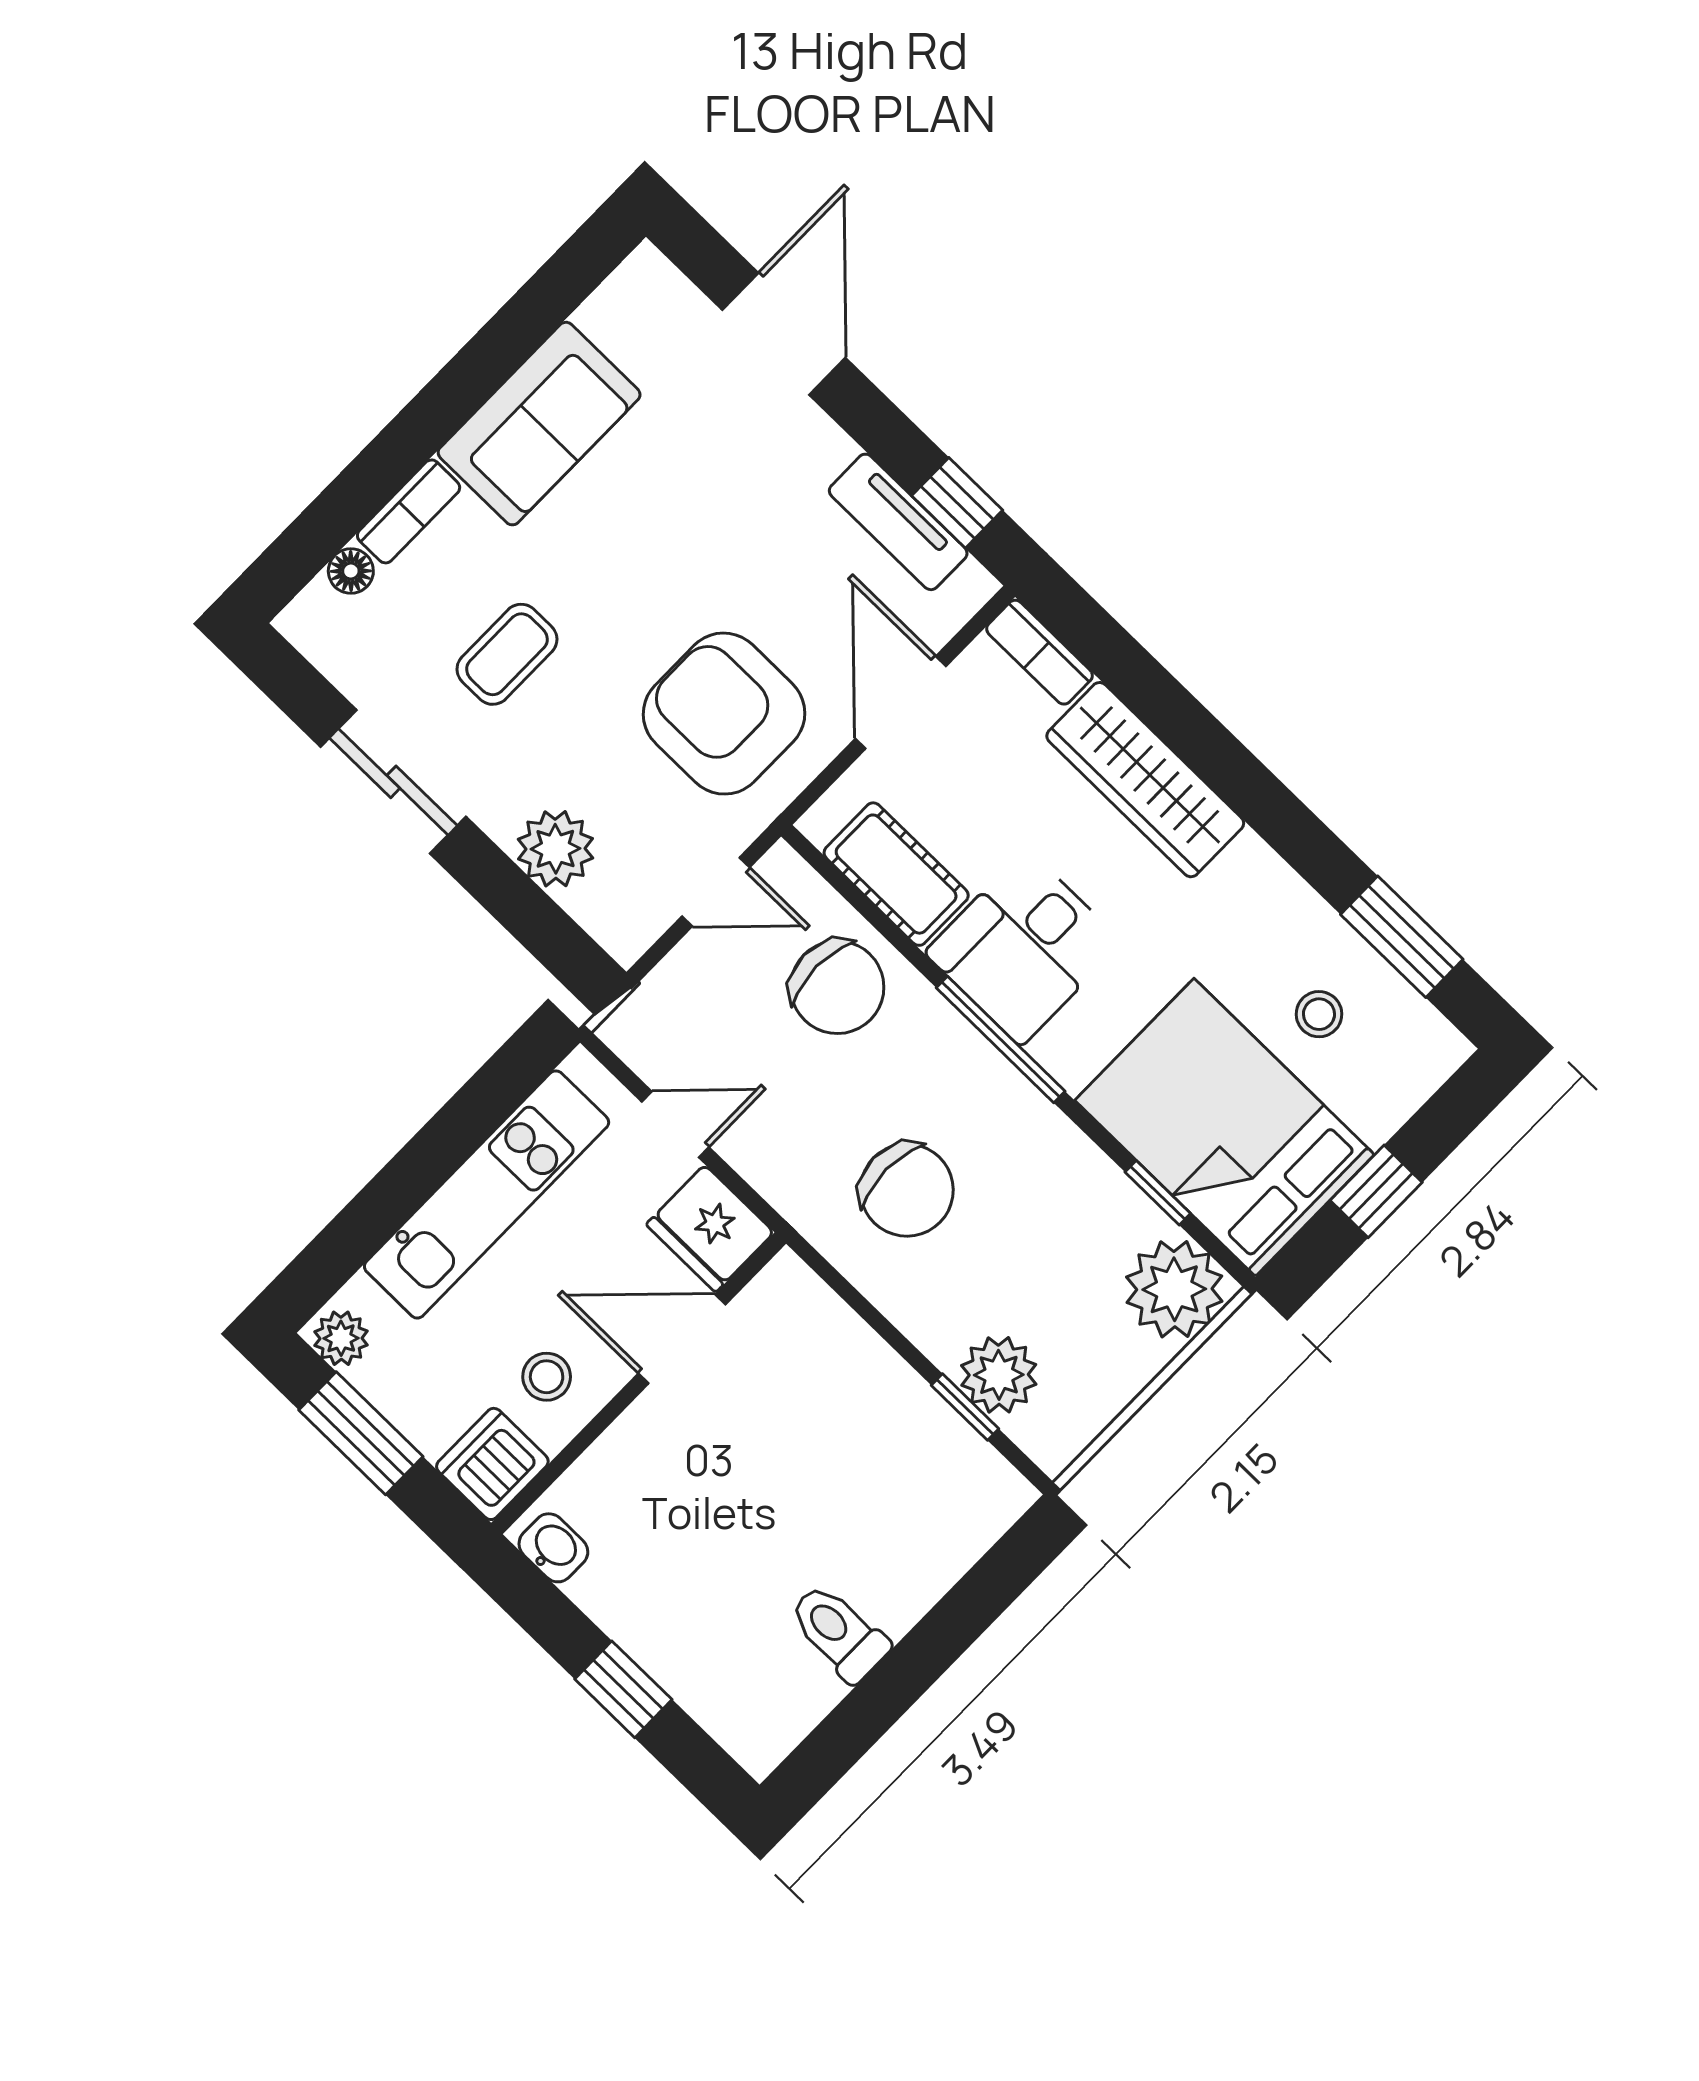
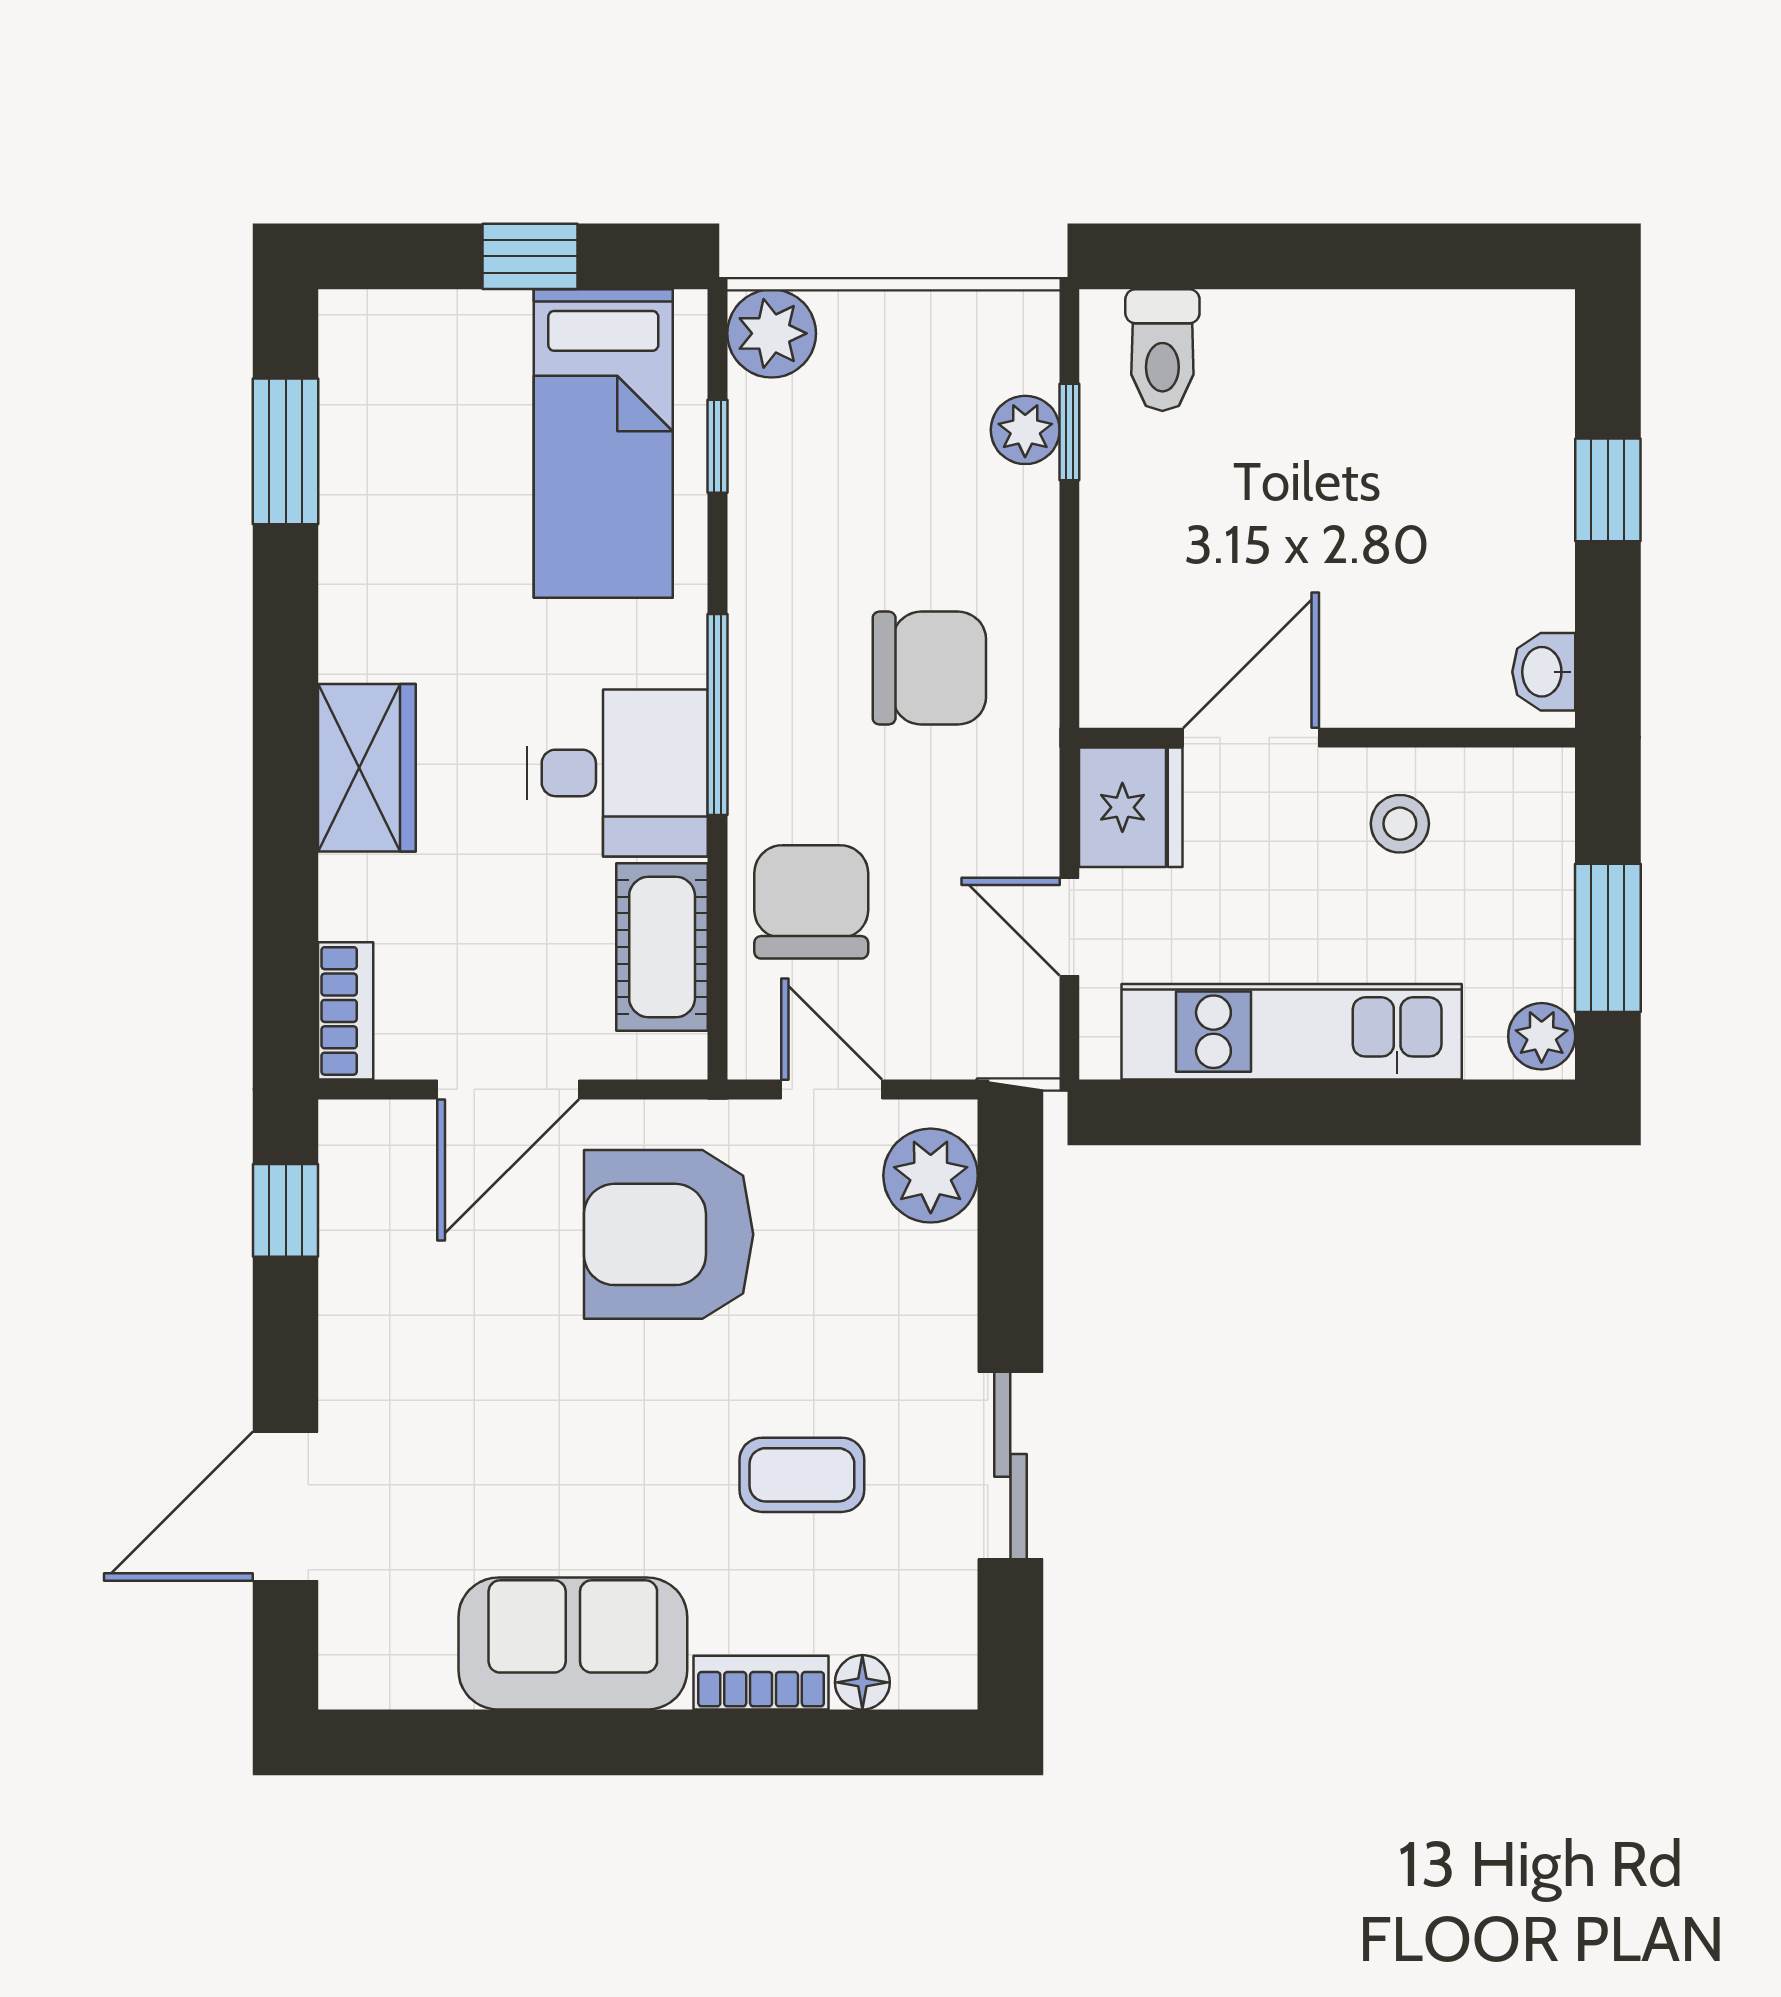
tv unit: (898, 522) -> (352, 1246), removed
armchair: (724, 714) -> (669, 1234), turned 90
wardrobe: (1145, 780) -> (367, 768), width x0.67
plant: (555, 849) -> (931, 1176), moved
stool: (1319, 1014) -> (424, 458), removed
bed: (1225, 1127) -> (603, 444), width x0.67
chair: (907, 1190) -> (929, 668), turned 90
plant: (1174, 1289) -> (772, 333), width x0.73, depth x0.73
door: (682, 1339) -> (1251, 738), swing flipped
plant: (999, 1375) -> (1025, 430), width x0.73, depth x0.73
dishwasher: (492, 1464) -> (1522, 797), removed
toilet: (839, 1632) -> (1162, 350), moved

